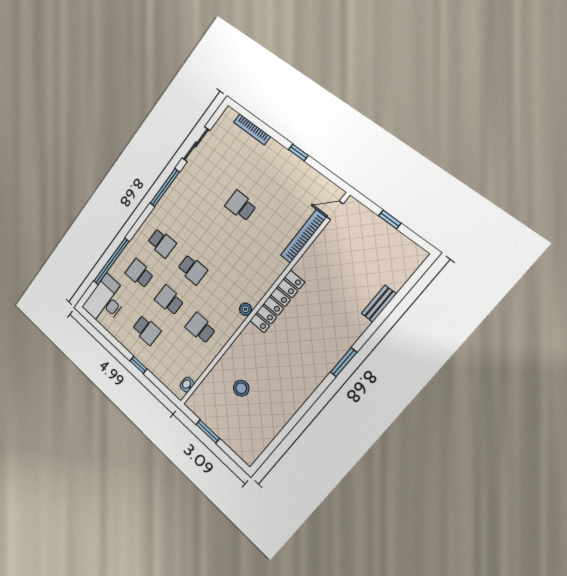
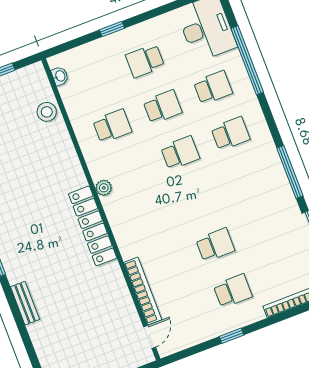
school desk: (266, 173) -> (233, 291), added
school desk: (162, 243) -> (230, 134), turned 180
school desk: (192, 269) -> (180, 153), turned 180
bench: (379, 304) -> (25, 303), moved
stool: (241, 388) -> (47, 112), moved

